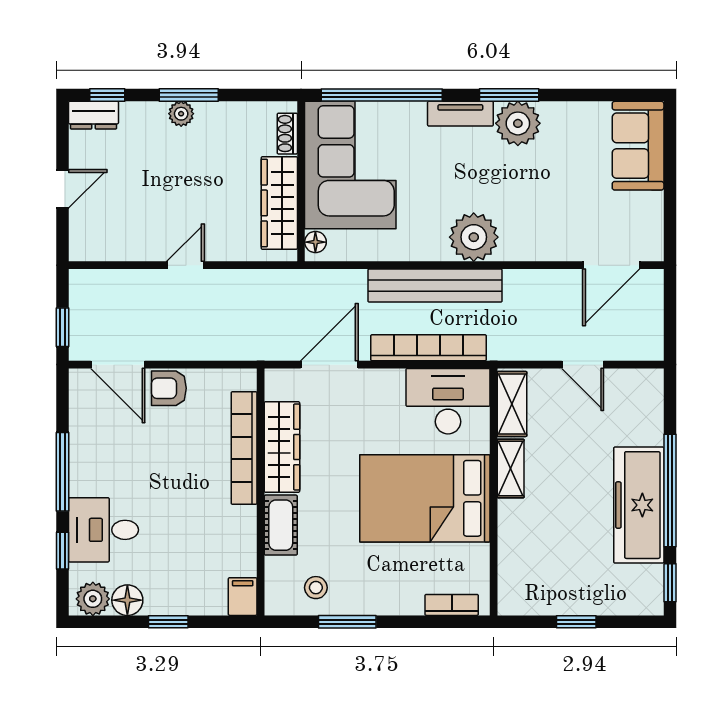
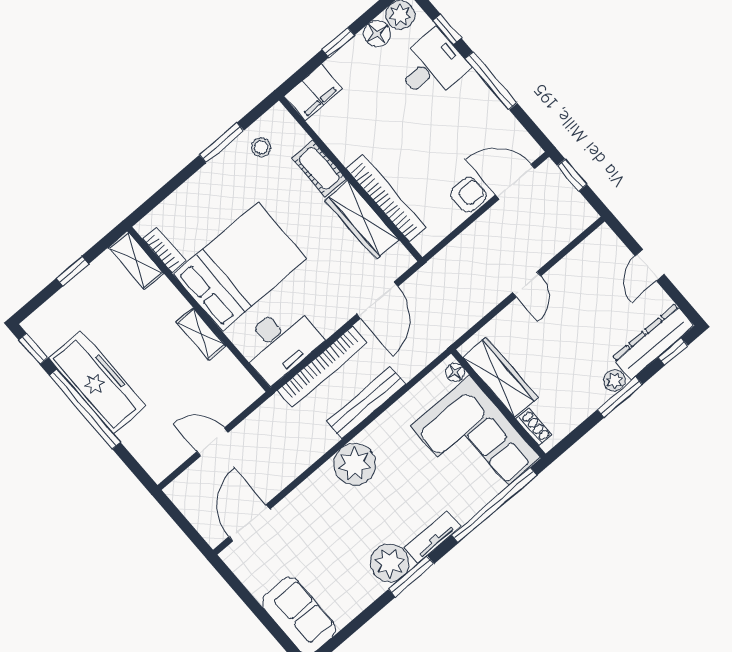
dresser: (93, 115) -> (653, 342), width x1.96, depth x1.24
bench: (435, 286) -> (366, 403), width x0.73, depth x0.82
shelving: (512, 404) -> (136, 260), moved
filing cabinet: (243, 597) -> (313, 93), width x2.00
bookcase: (452, 605) -> (164, 250), moved, turned -90

